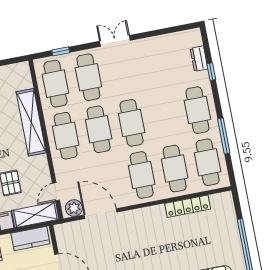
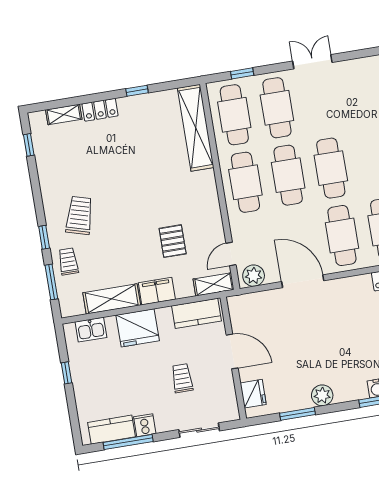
shelving: (31, 122) -> (196, 128), moved
door: (101, 214) -> (303, 281), moved
shelving: (35, 215) -> (214, 284), width x0.67, depth x0.75

